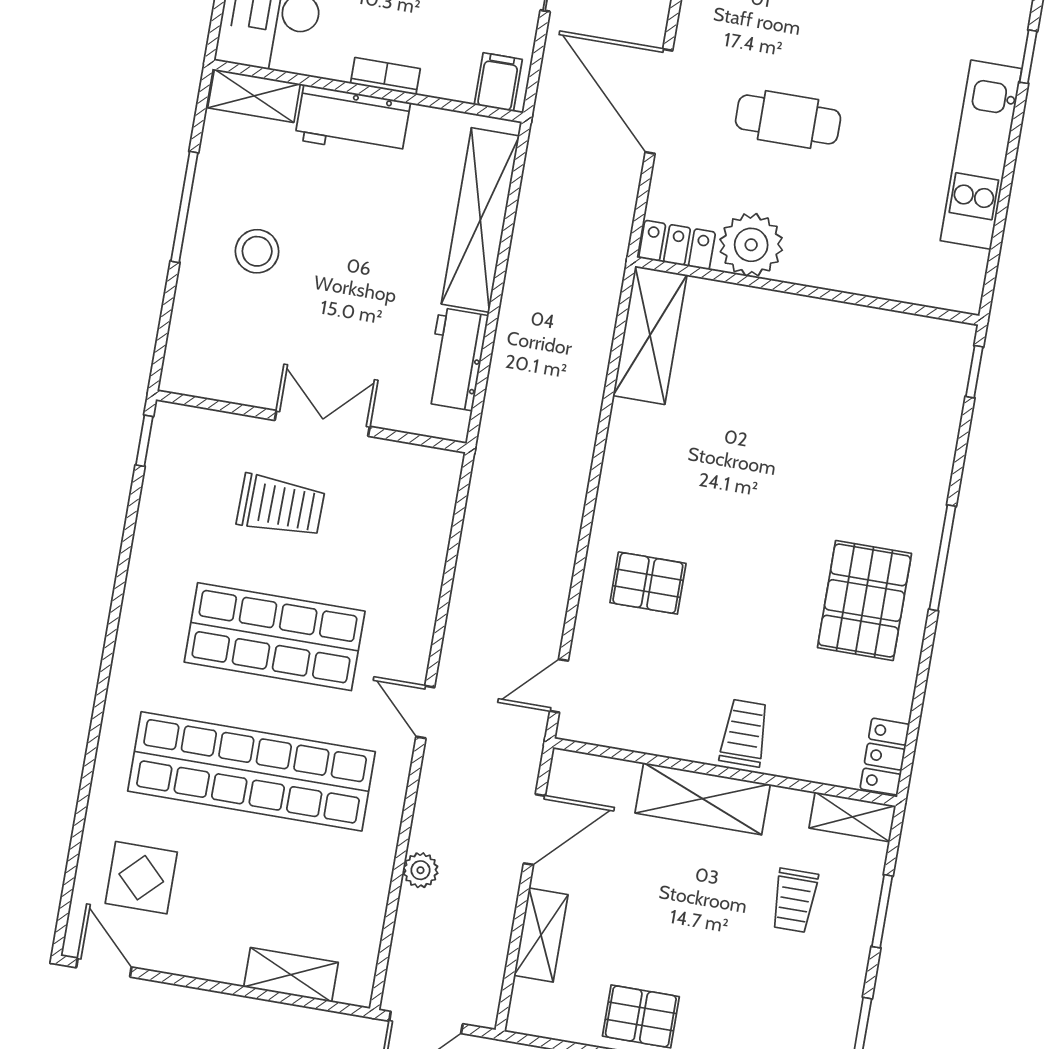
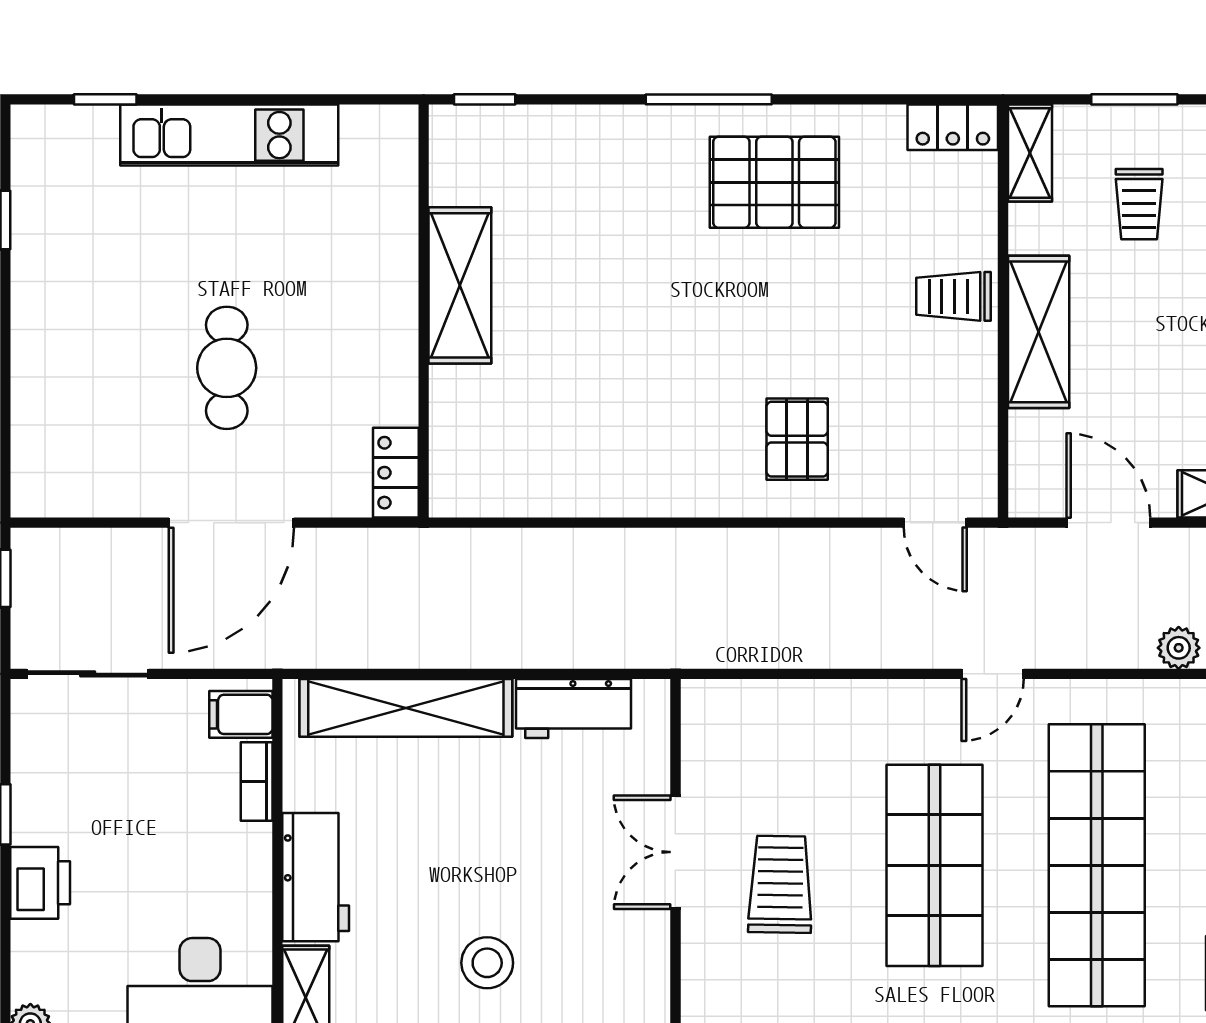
bookcase: (385, 76) -> (257, 781), moved
plant: (751, 245) -> (381, 386), removed
shelving: (650, 335) -> (460, 285), moved, turned 90
trolley: (794, 900) -> (1139, 204), turned 90

